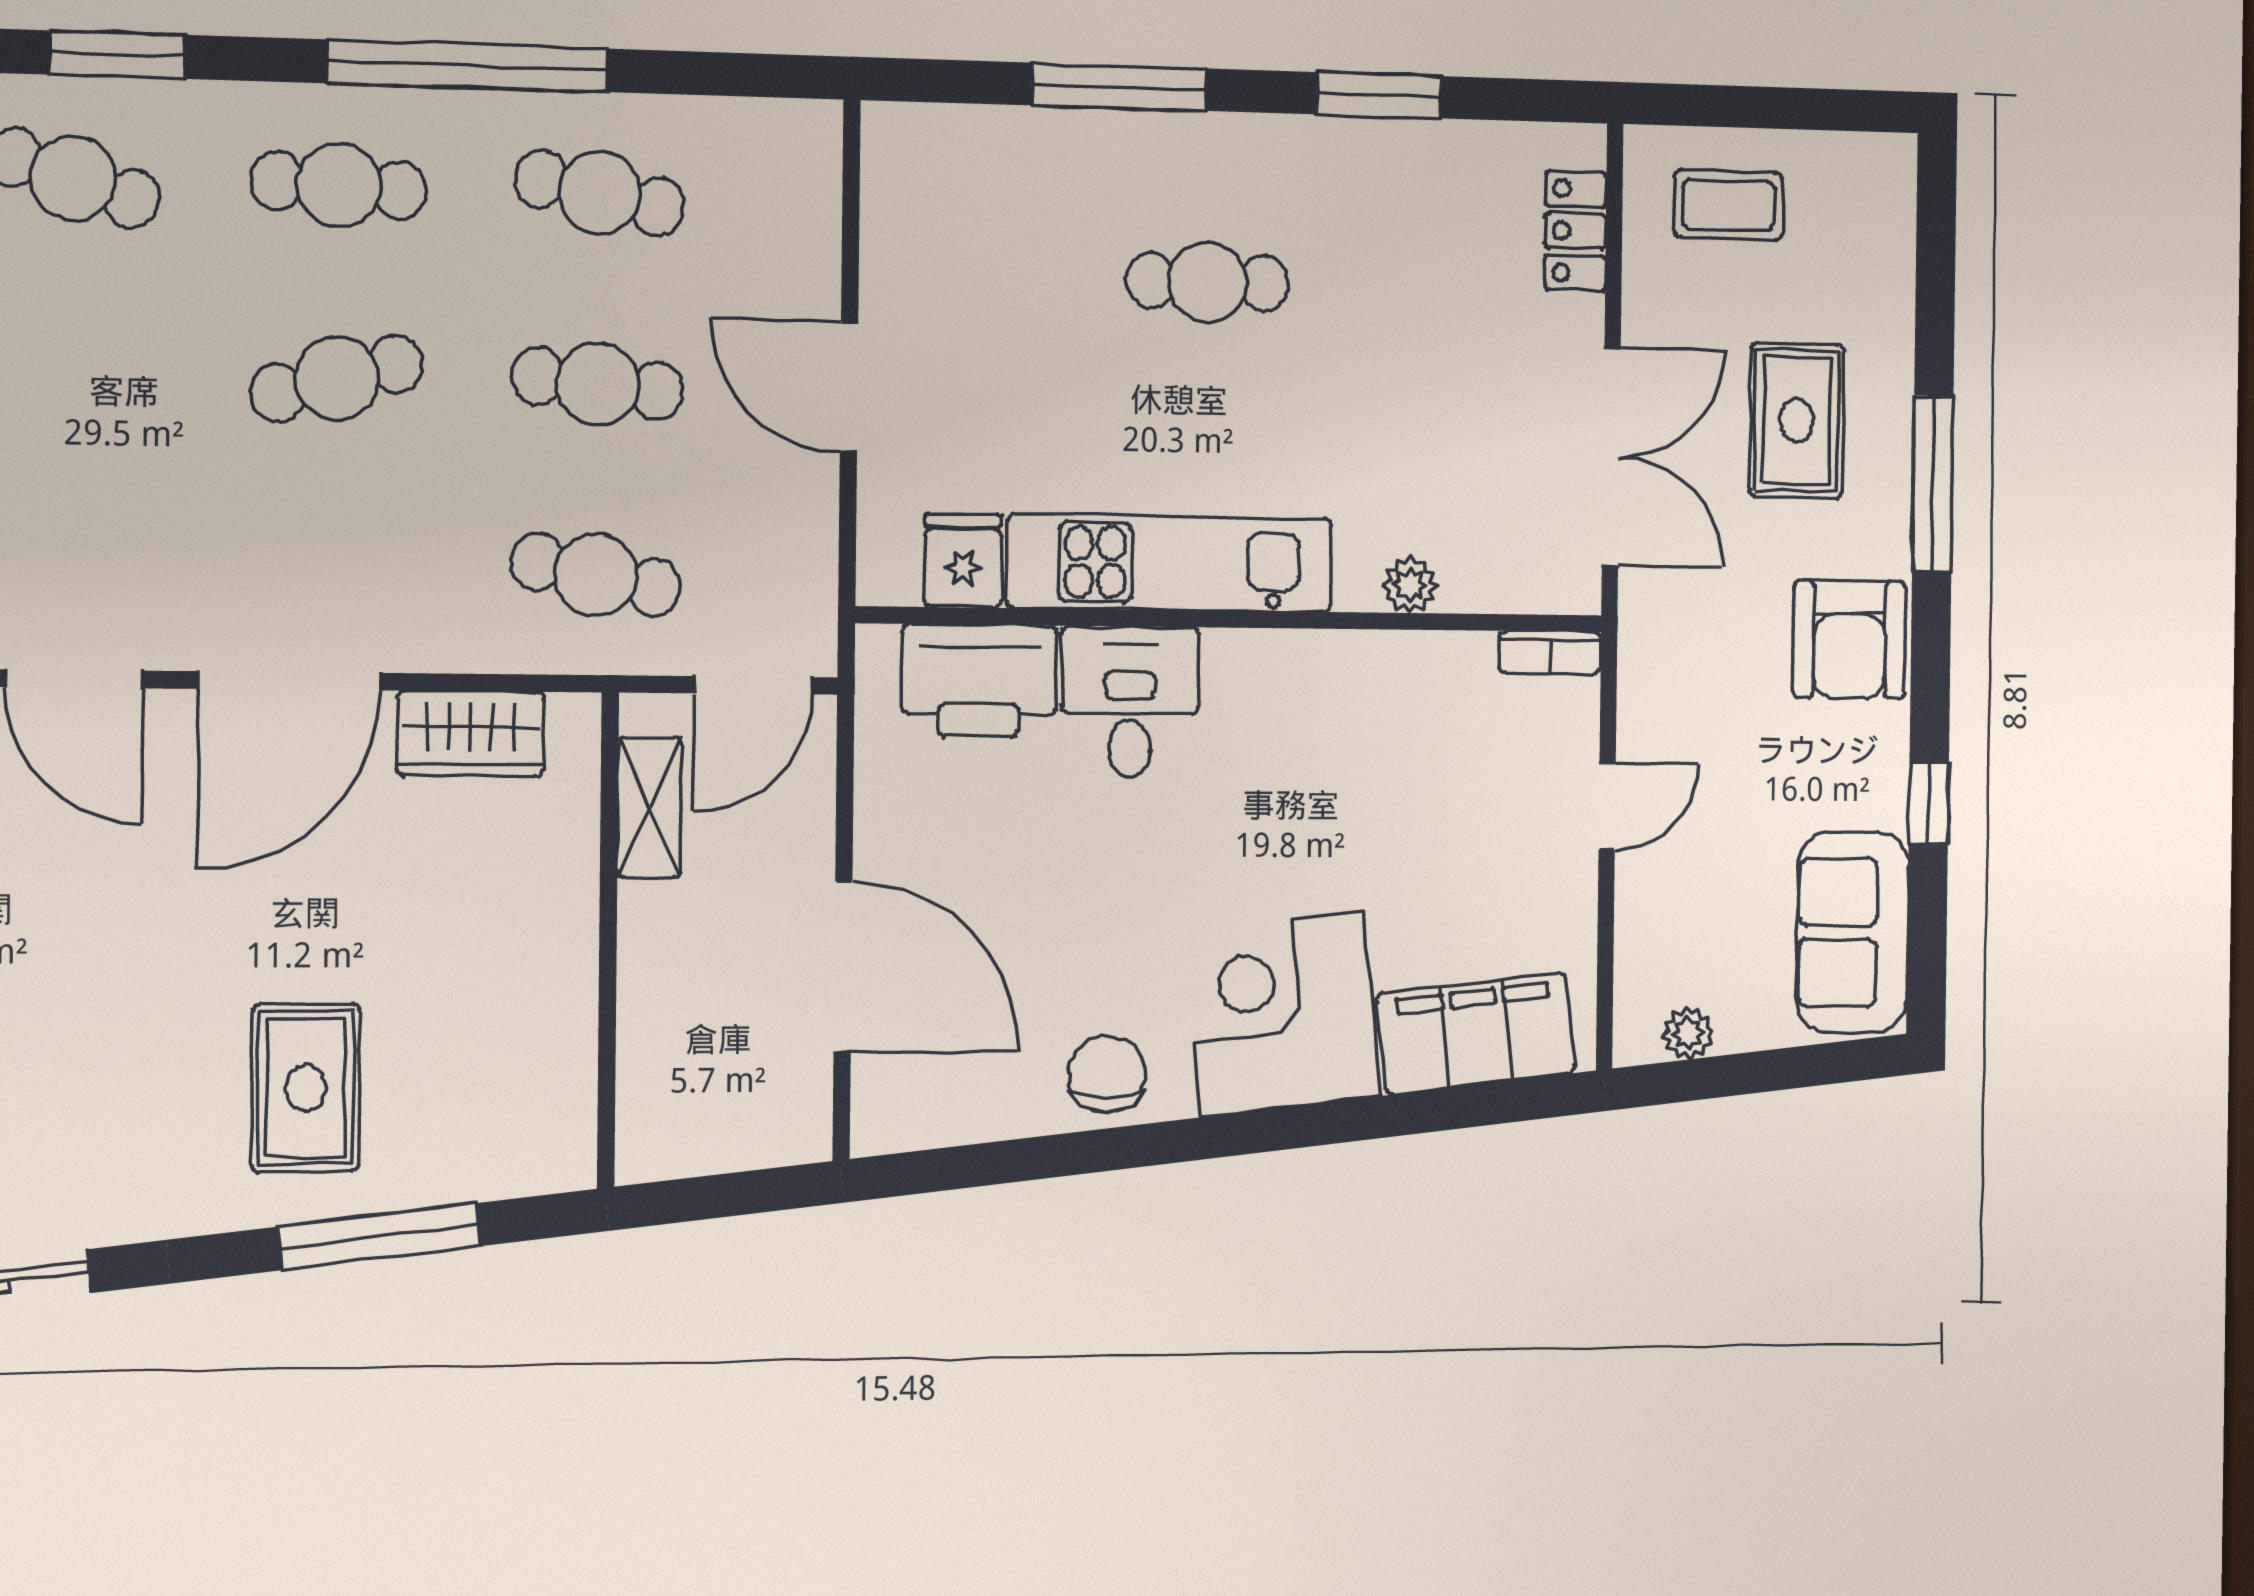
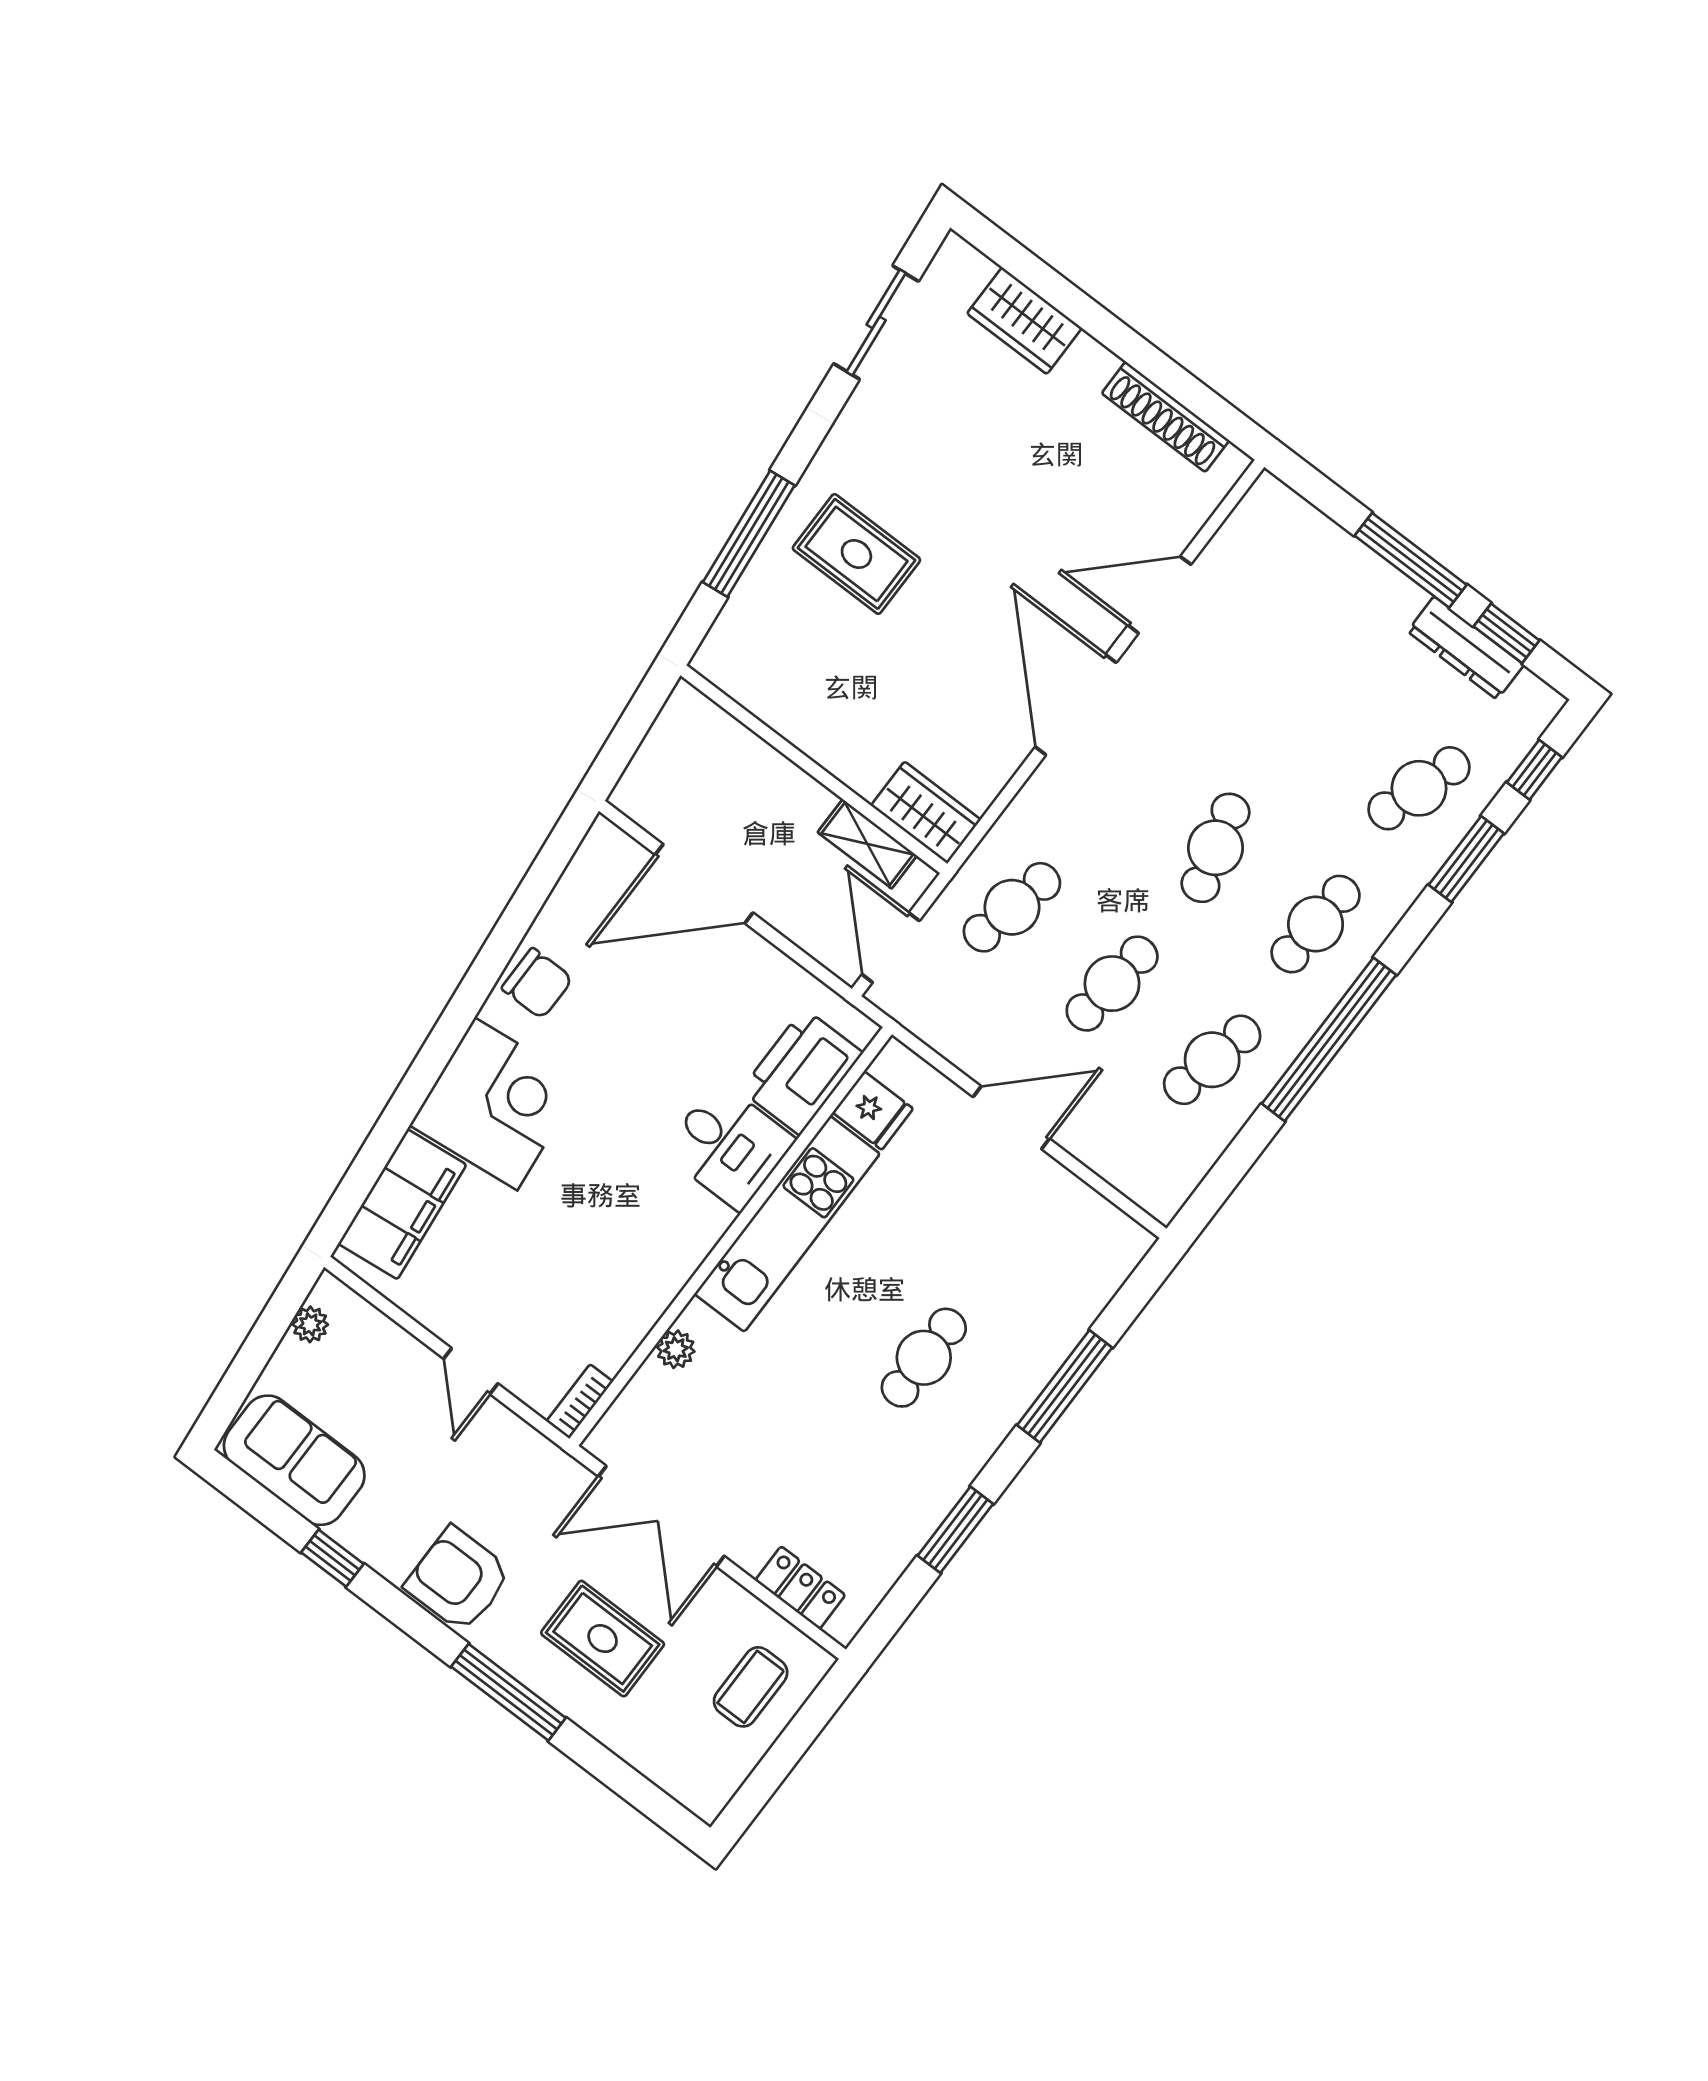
wardrobe: (470, 734) -> (926, 813), moved, turned 90

